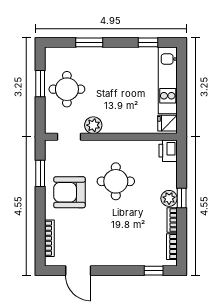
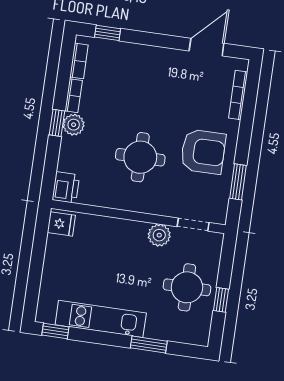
window: (148, 42) -> (55, 331), moved
kitchen unit: (168, 80) -> (101, 319), moved, turned -90
window: (40, 84) -> (221, 300), width x0.67
door: (78, 271) -> (207, 47), hinge flipped

